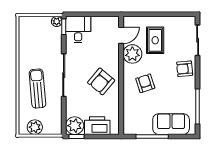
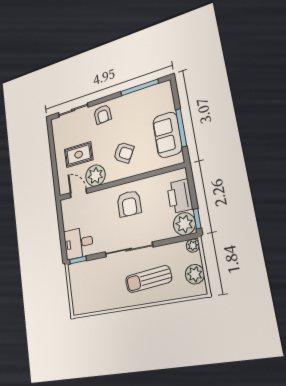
plant: (57, 21) -> (193, 246), moved
armchair: (101, 81) -> (129, 204), turned 50
armchair: (145, 83) -> (124, 153), turned -132
sofa: (171, 124) -> (167, 135), moved

